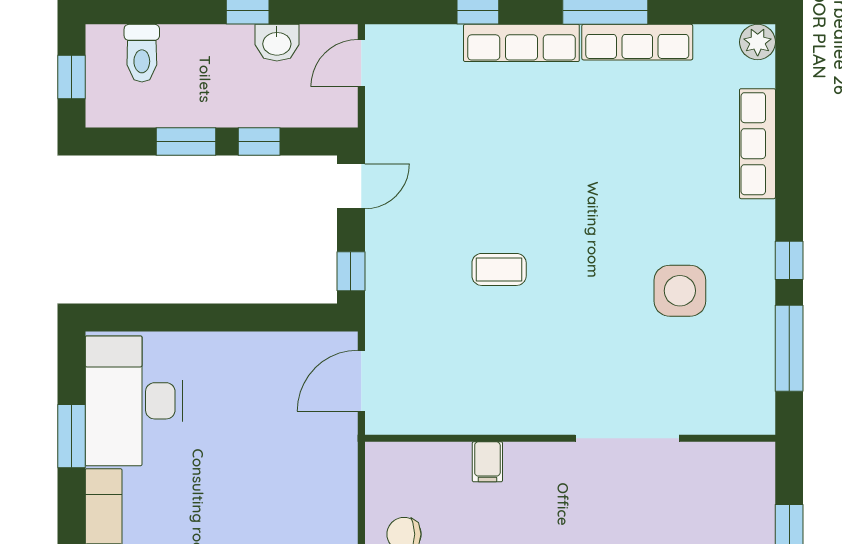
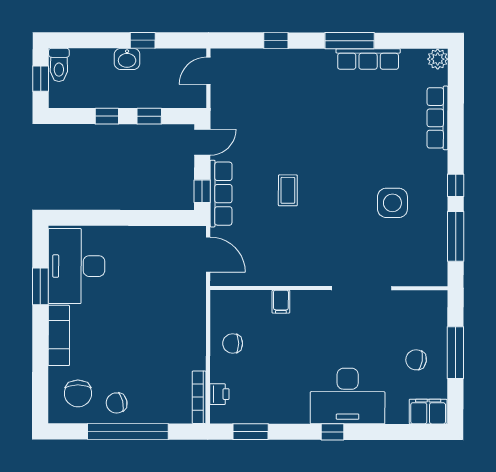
washbasin: (277, 43) -> (127, 59), moved
row of seats: (521, 43) -> (221, 194), moved, turned -90
toilet: (142, 53) -> (59, 65), moved
window: (186, 142) -> (107, 116), width x0.67
coffee table: (499, 269) -> (288, 190), turned 90
door: (361, 381) -> (208, 255), swing flipped

